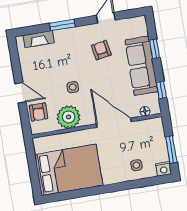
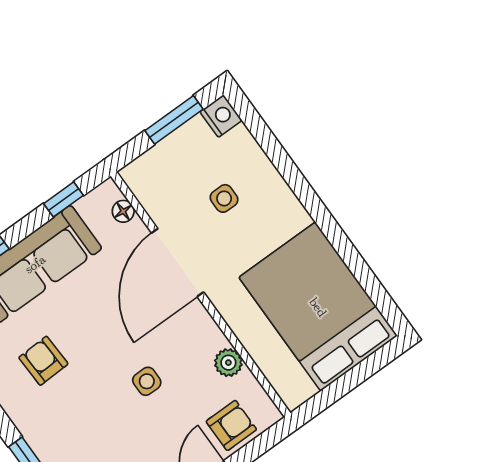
armchair: (101, 50) -> (43, 361), turned 98
plant: (69, 117) -> (228, 363), width x0.53, depth x0.53
side table: (136, 165) -> (224, 198), moved

